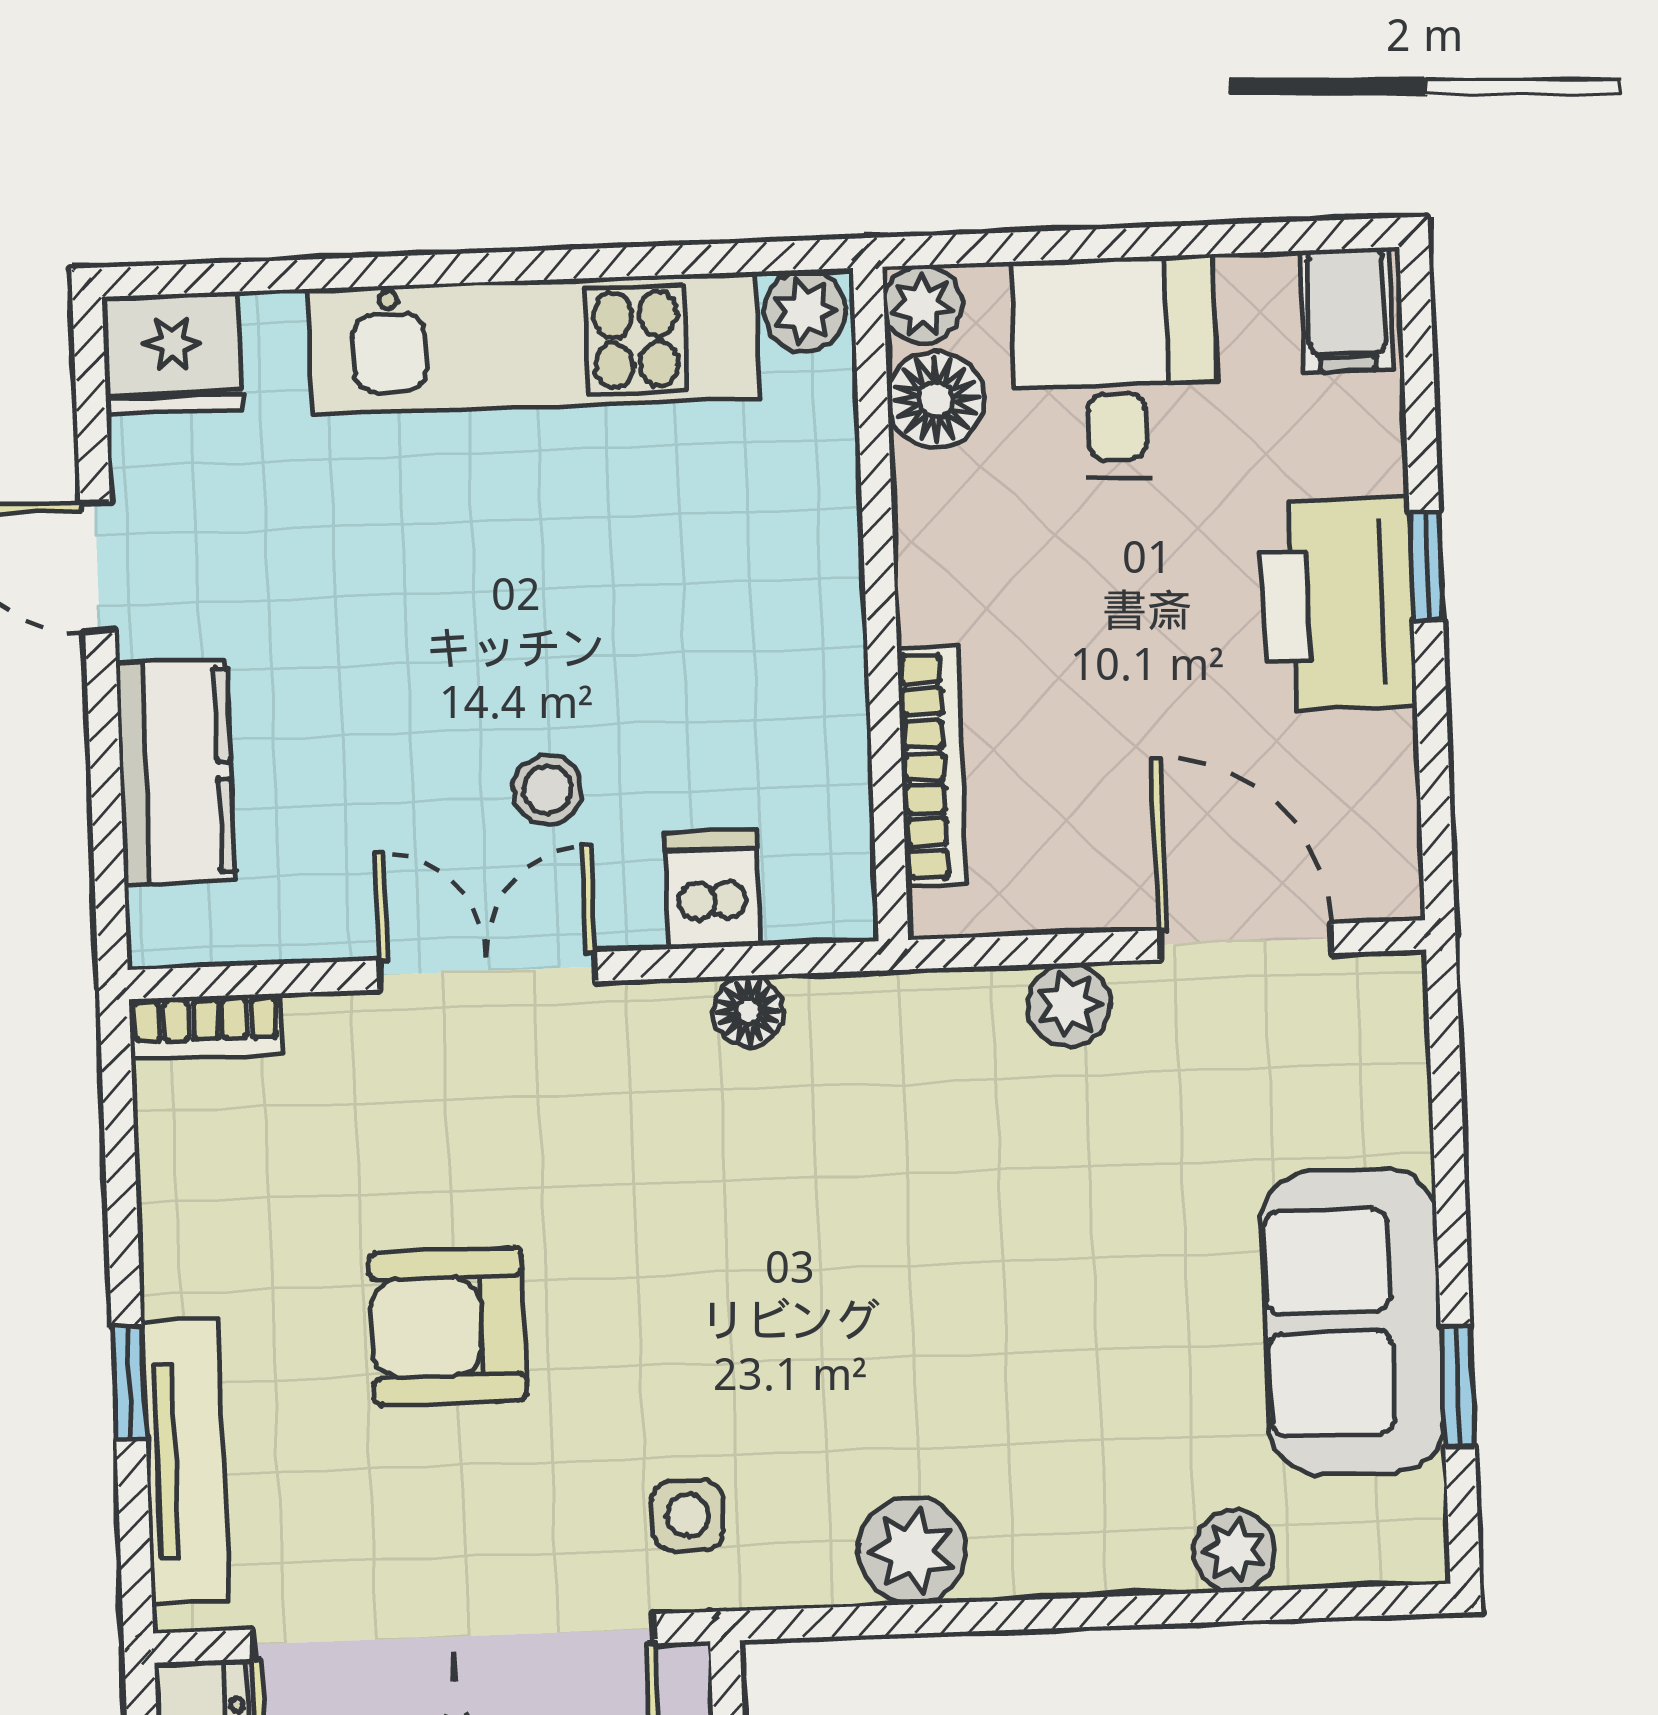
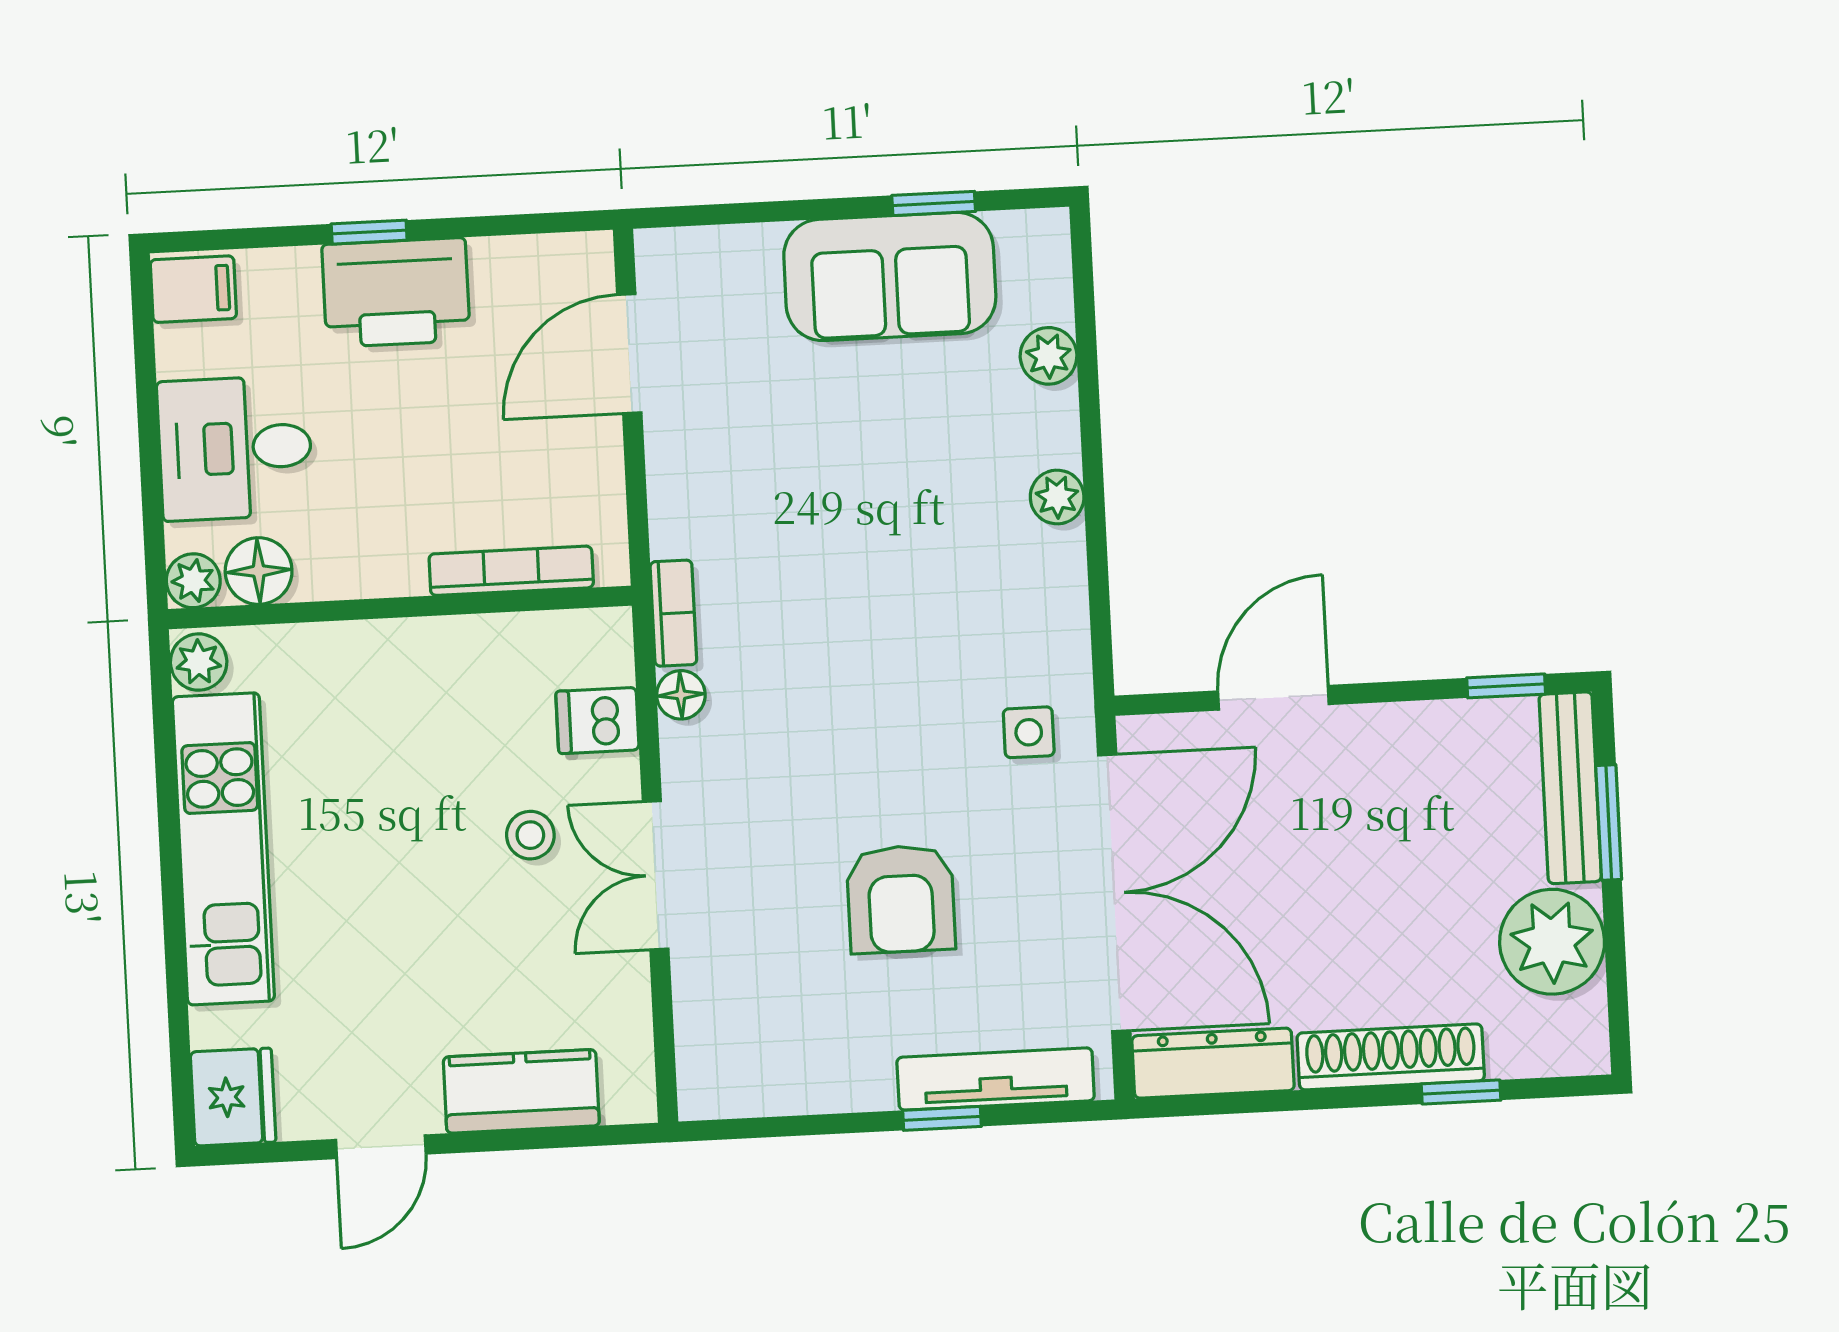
plant: (1069, 1005) -> (674, 475), removed
bookcase: (206, 1027) -> (673, 613), moved
plant: (912, 1551) -> (1057, 497), moved, width x0.73, depth x0.73

